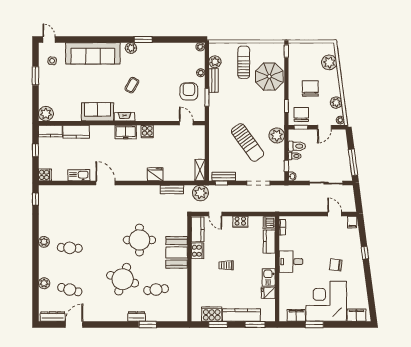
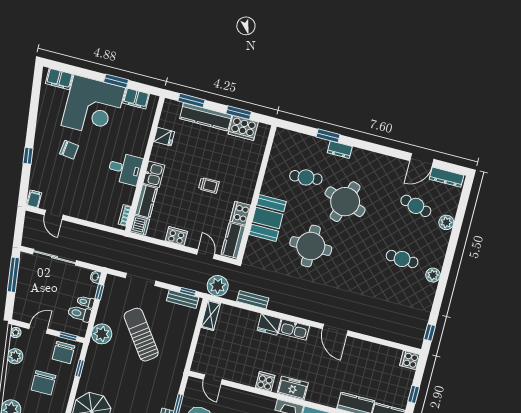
kitchen sink: (79, 175) -> (294, 330), moved
kitchen sink: (269, 277) -> (154, 174), moved

